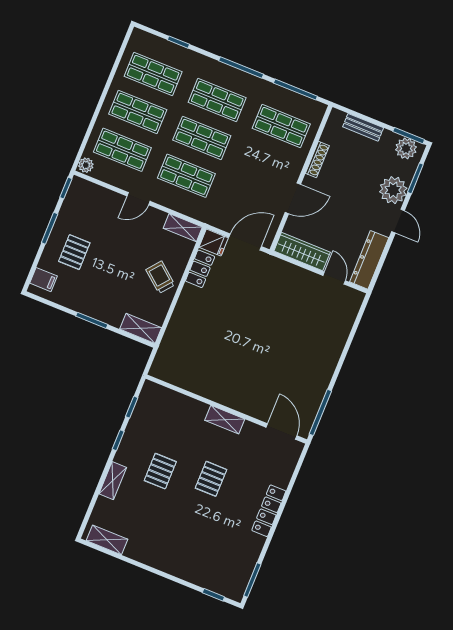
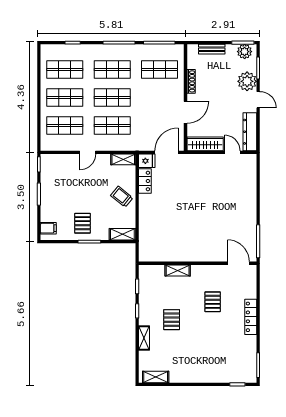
plant: (86, 165) -> (46, 145), removed
pallet: (74, 252) -> (82, 223), moved
shelving: (225, 420) -> (178, 270), moved
pallet: (211, 479) -> (213, 302), moved

